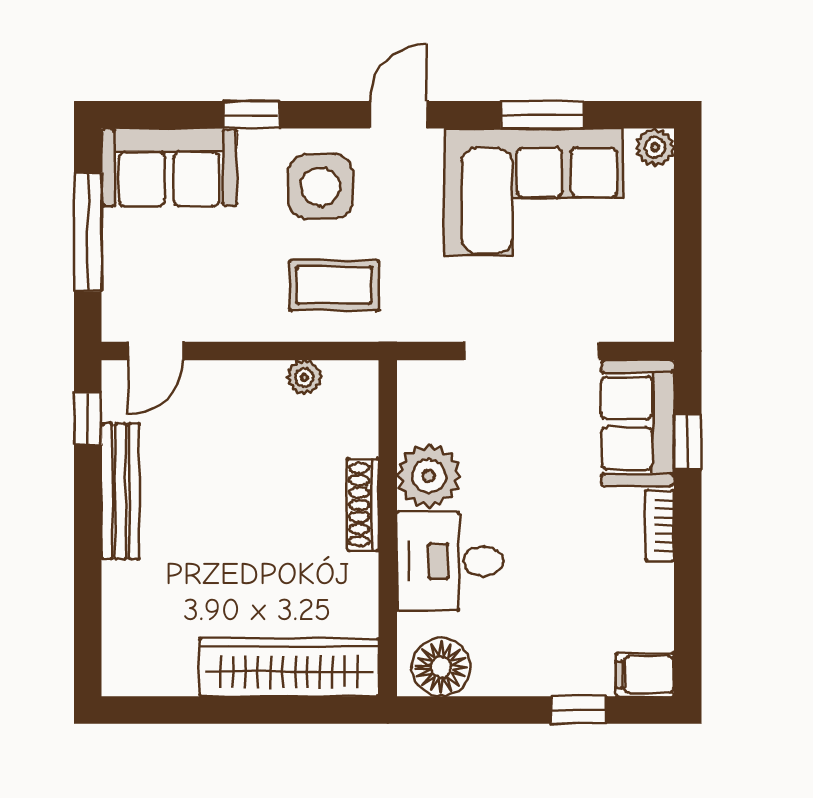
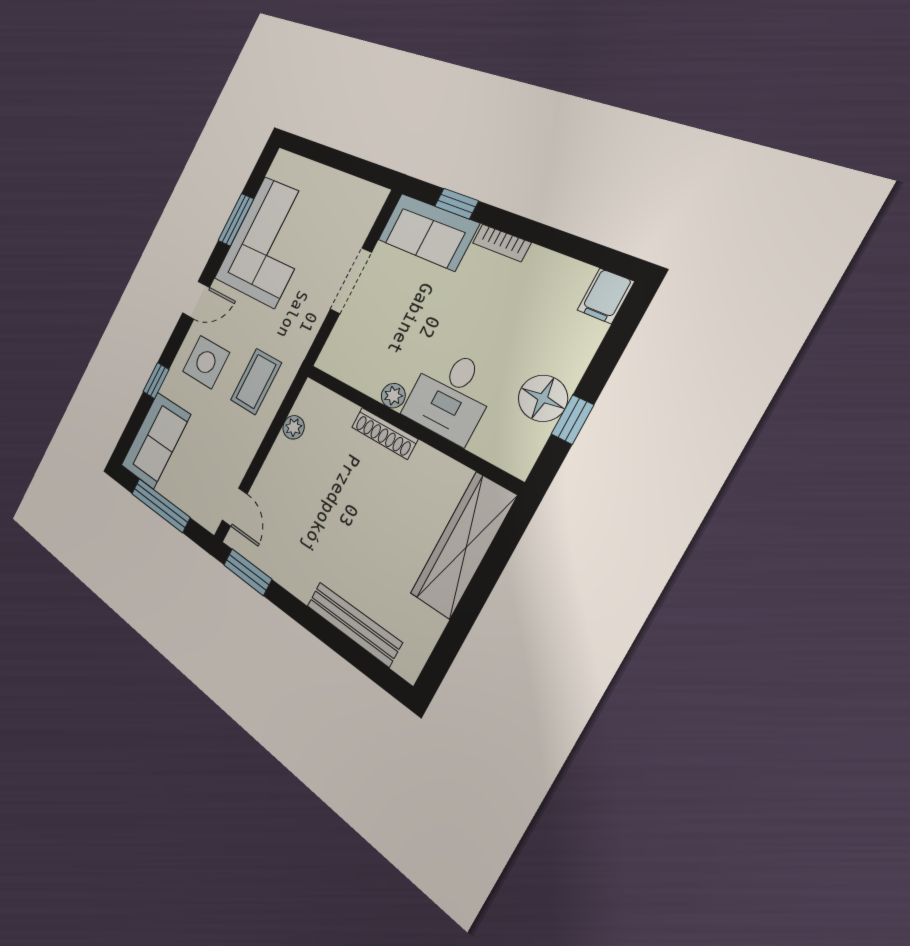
door: (398, 115) -> (196, 300), swing flipped
plant: (655, 147) -> (283, 162), removed
doorway: (531, 351) -> (351, 281), width x0.73
window: (88, 419) -> (247, 572), width x1.50
plant: (429, 476) -> (393, 396), width x0.53, depth x0.53
bench: (121, 491) -> (353, 624), moved
floor lamp: (441, 667) -> (543, 398), moved
window: (579, 710) -> (572, 420), moved

